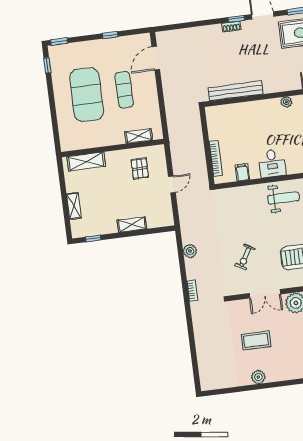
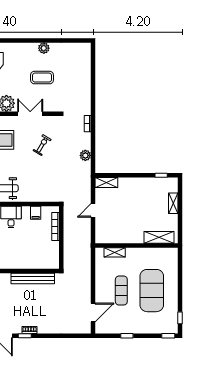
pallet: (140, 168) -> (117, 226), removed
shelving: (132, 224) -> (106, 183), moved

